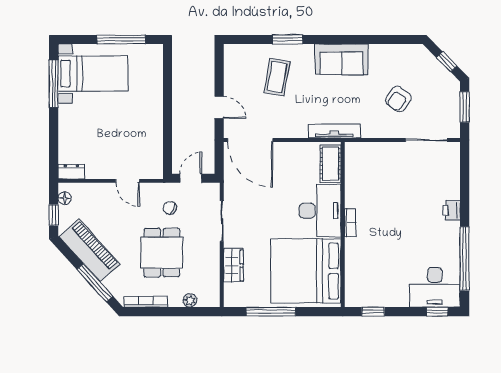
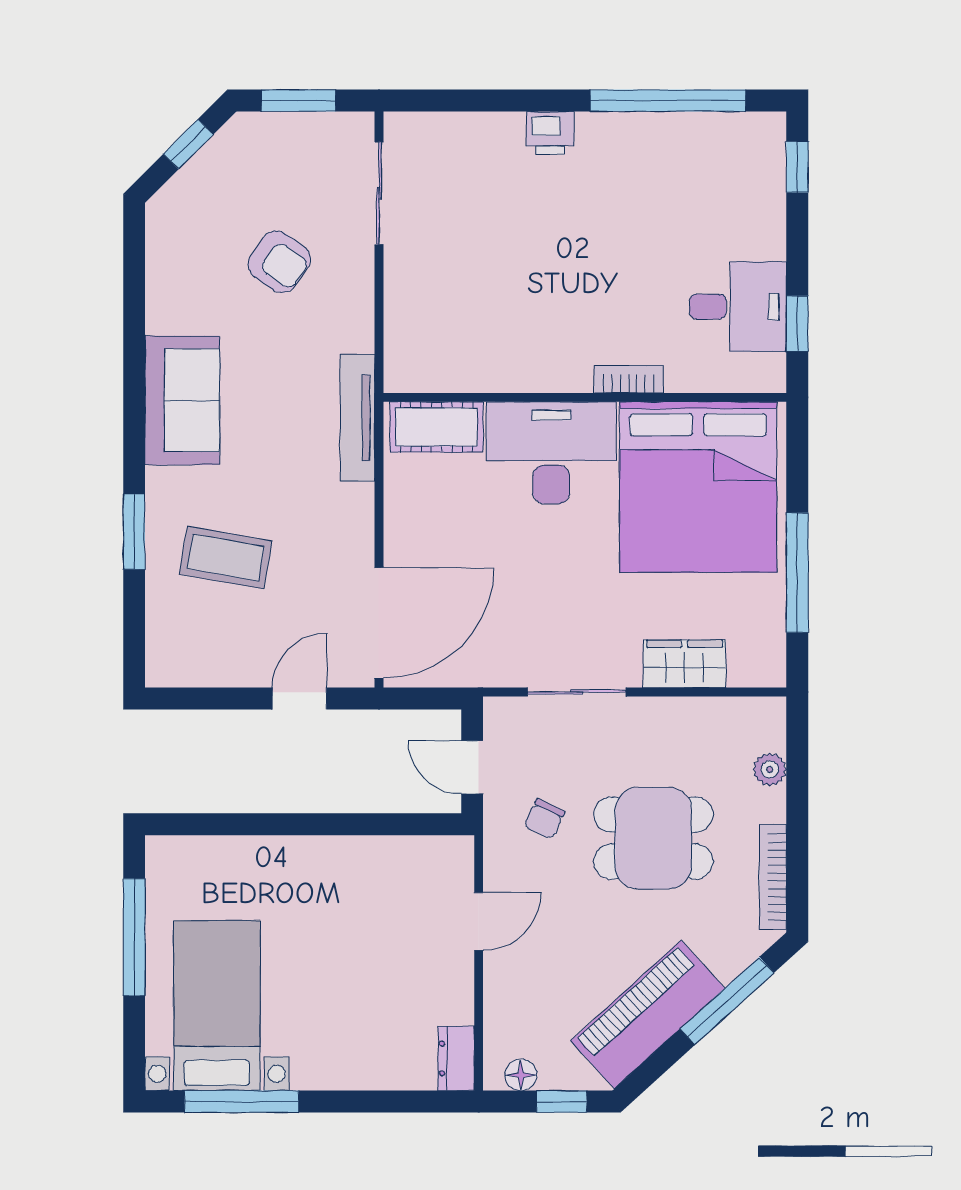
bookcase: (350, 223) -> (629, 379), moved
desk: (435, 287) -> (738, 307), moved, width x0.73

